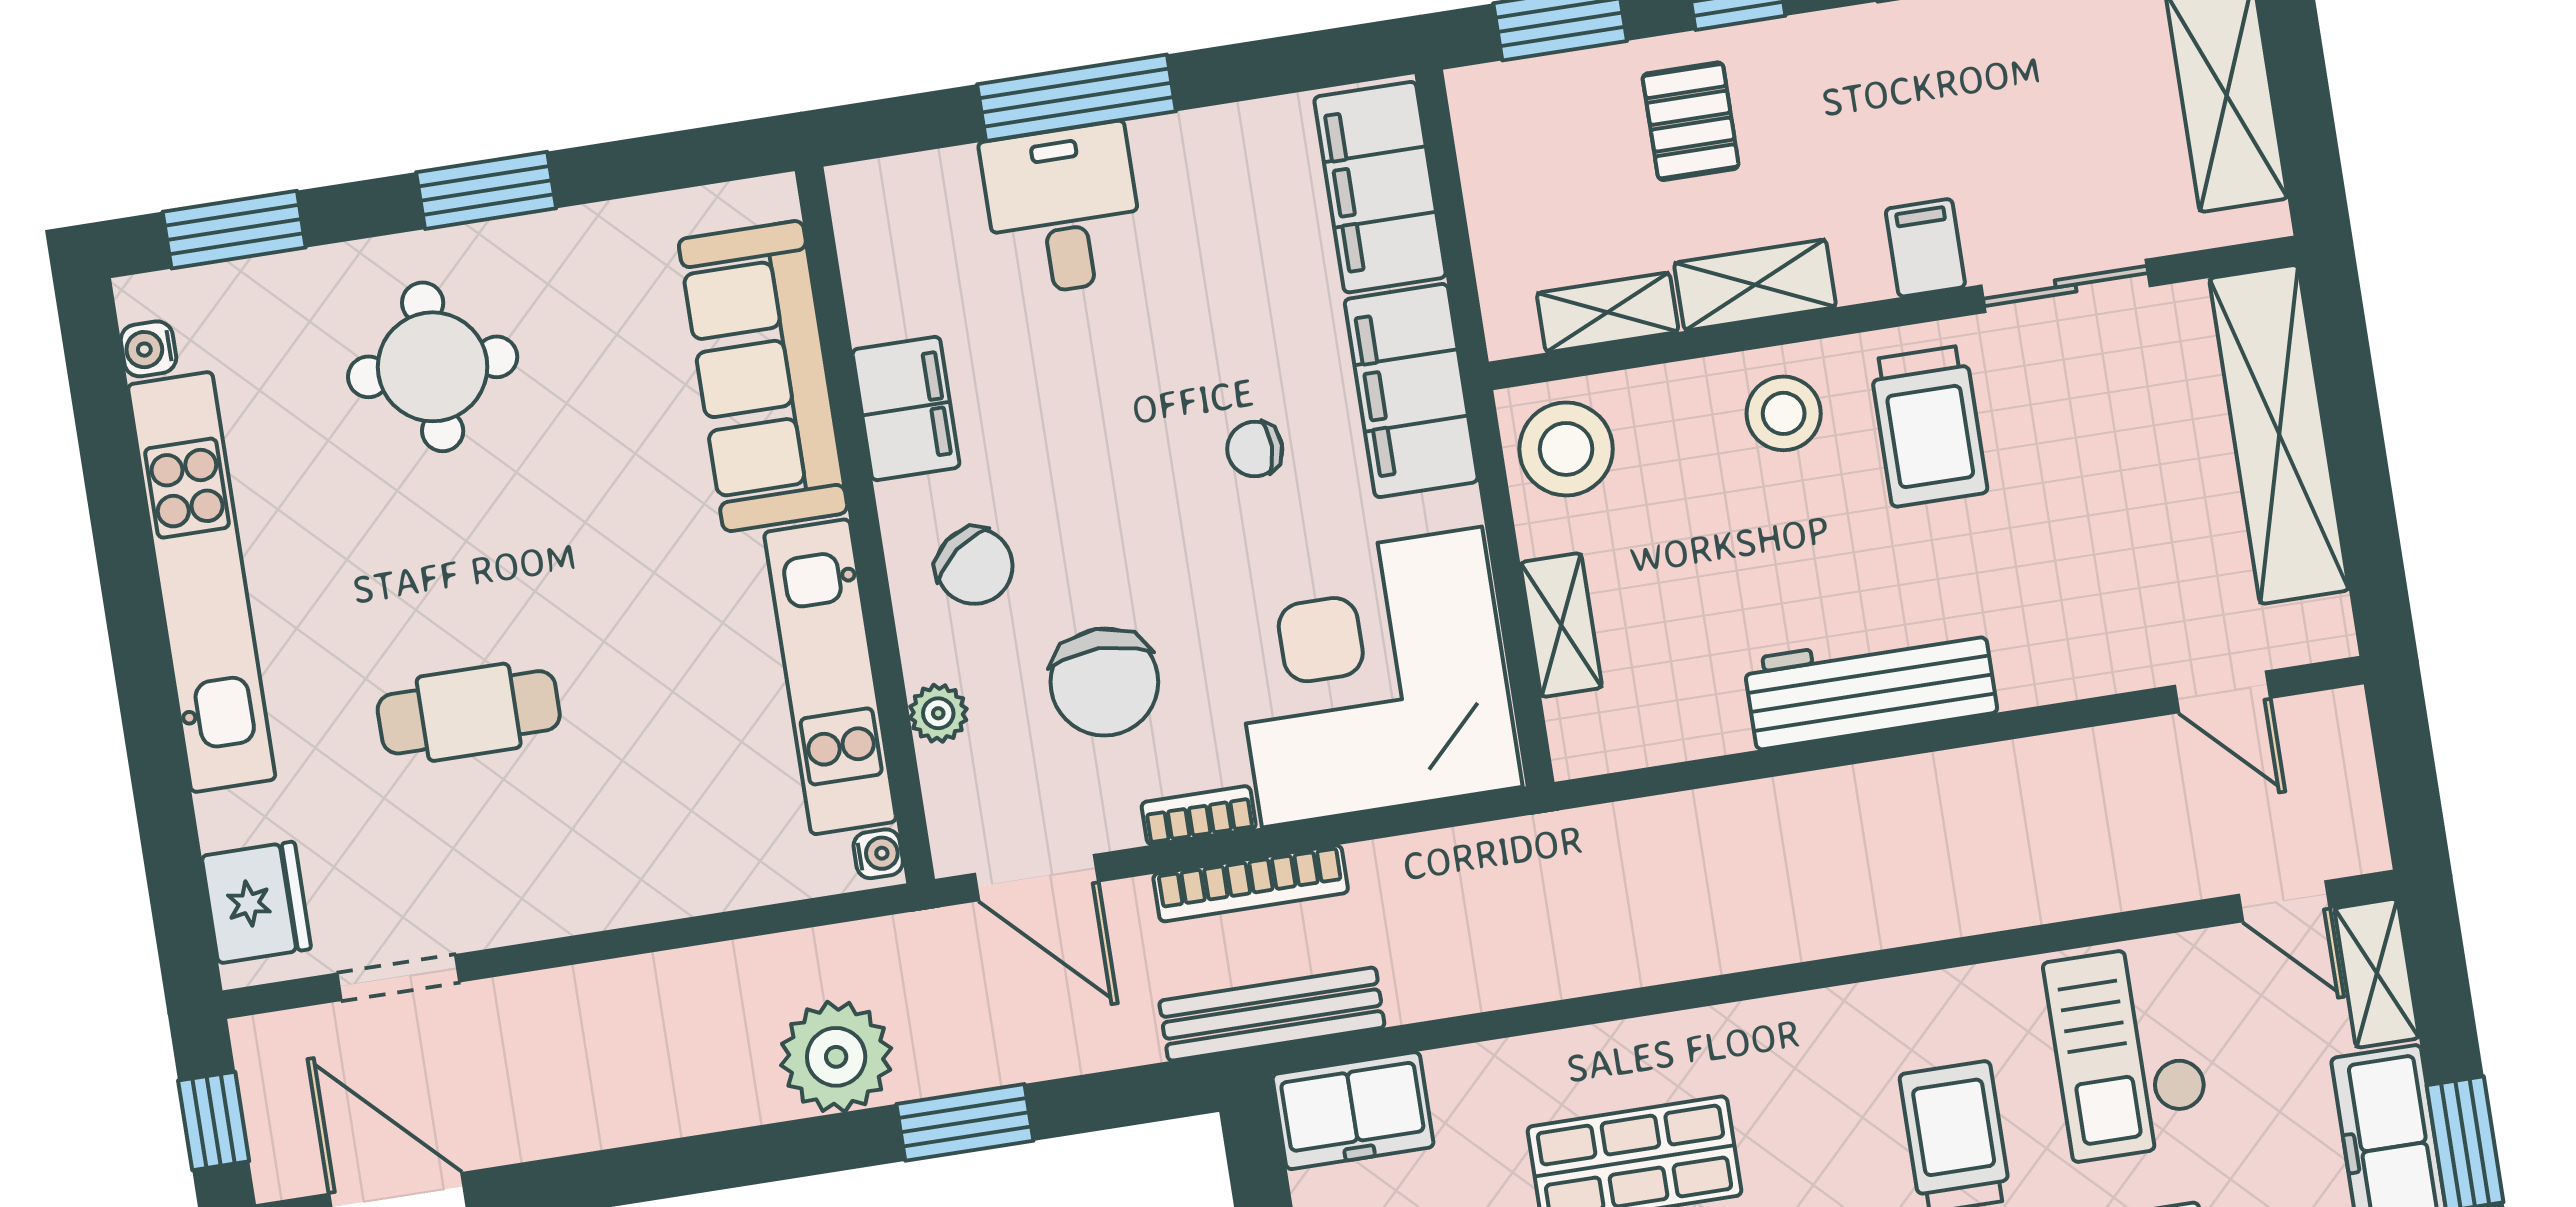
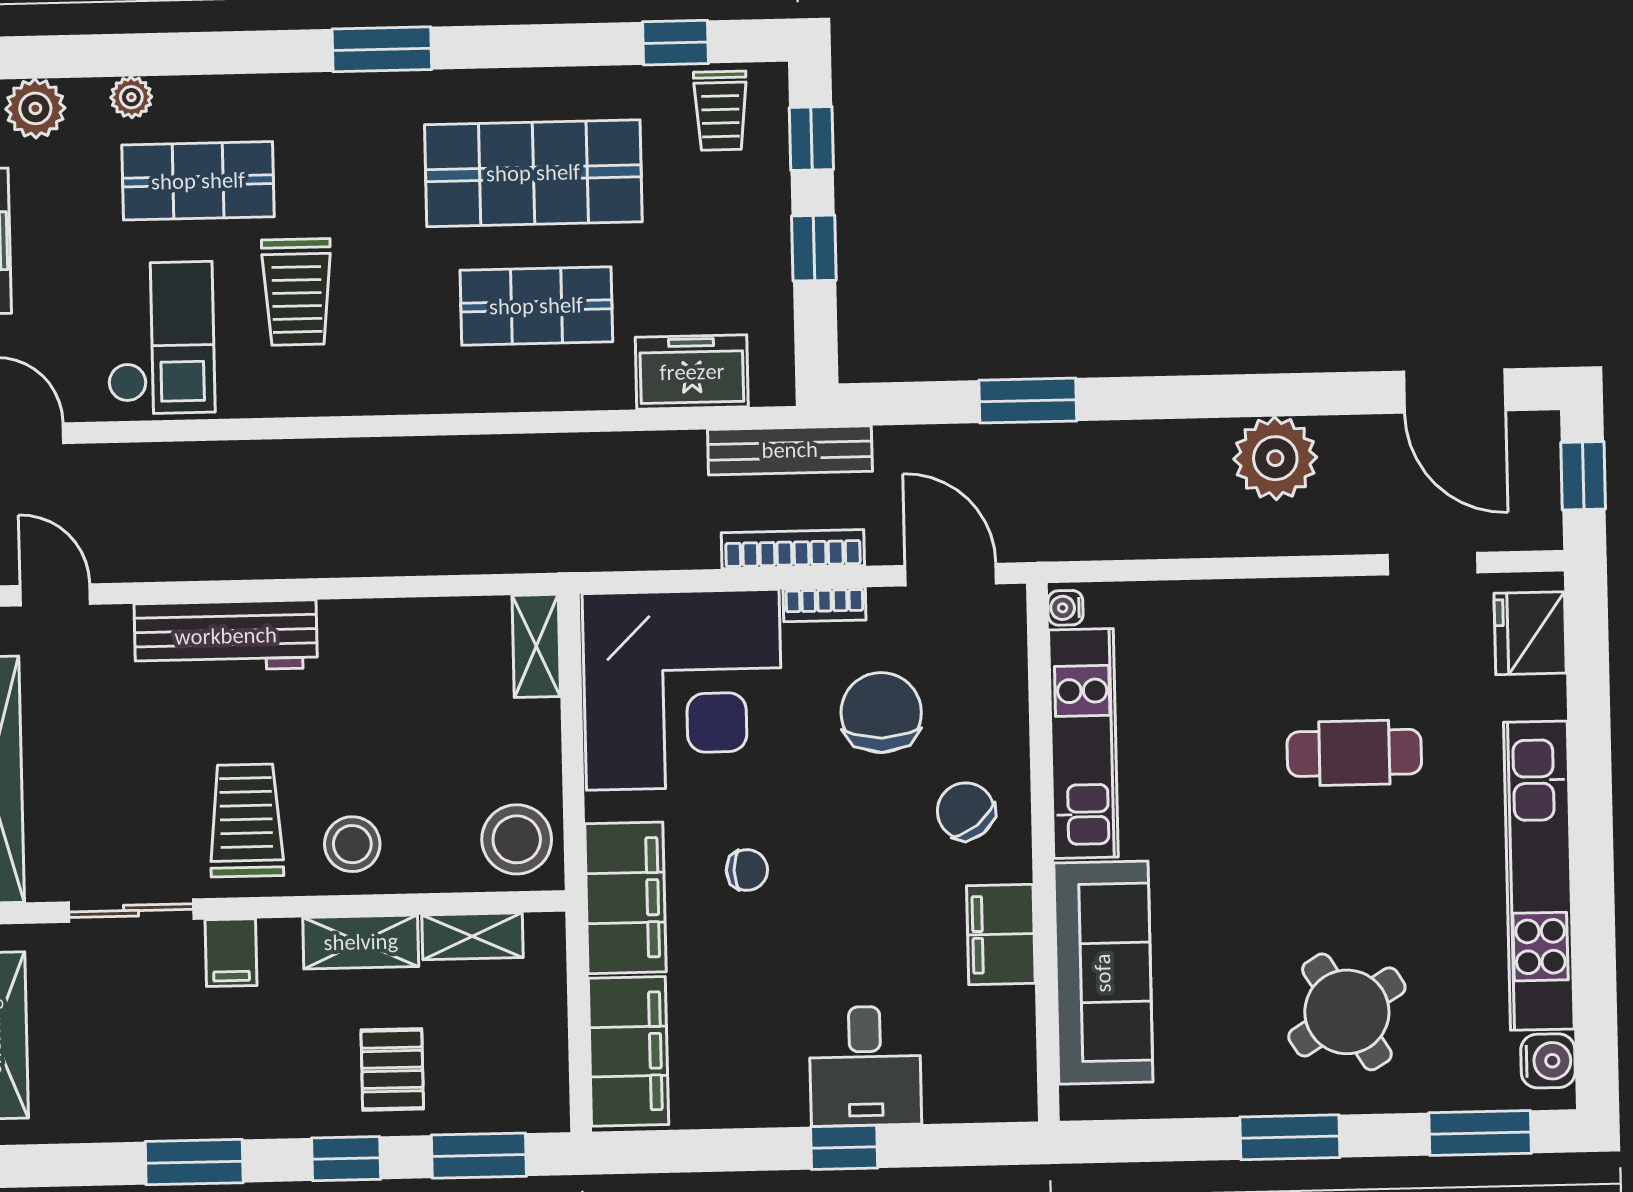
window: (1076, 98) -> (844, 1147), width x0.46
water cooler: (148, 349) -> (1548, 1061), width x1.38, depth x1.38
round table: (433, 367) -> (1347, 1012), turned -32
shelving: (1561, 625) -> (536, 646), moved
workbench: (1870, 686) -> (226, 636), moved
plant: (938, 713) -> (1007, 706), removed
plant: (836, 1057) -> (1275, 458), moved
freezer: (1353, 1111) -> (692, 372), moved

